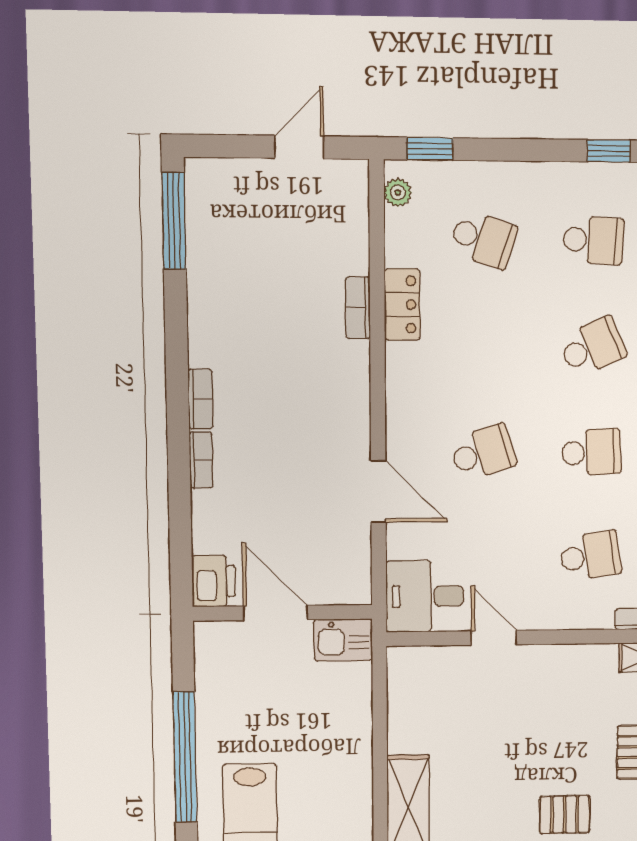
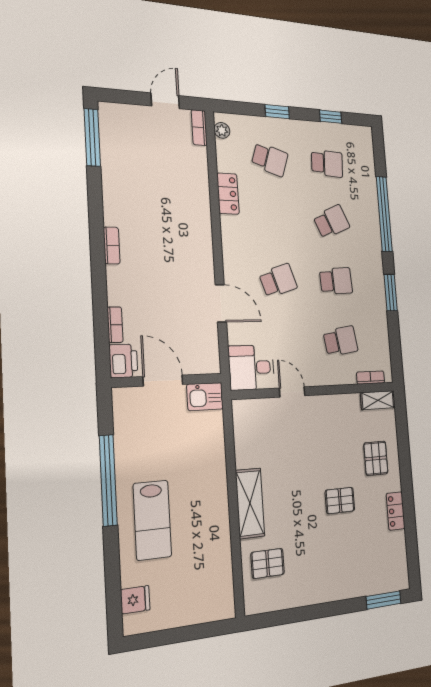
window: (430, 149) -> (277, 112), moved
bookcase: (358, 308) -> (199, 128), moved
bookcase: (201, 460) -> (115, 325), moved

